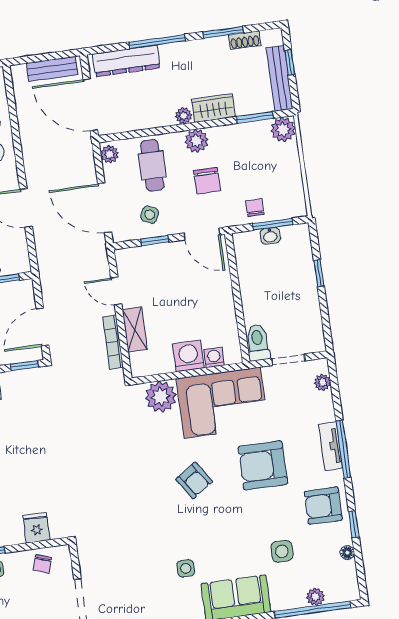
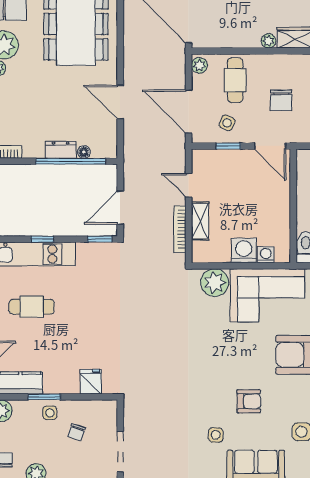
plant: (196, 141) -> (277, 64), removed
armchair: (194, 480) -> (249, 401), moved, turned -56
chair: (42, 564) -> (76, 432), moved

